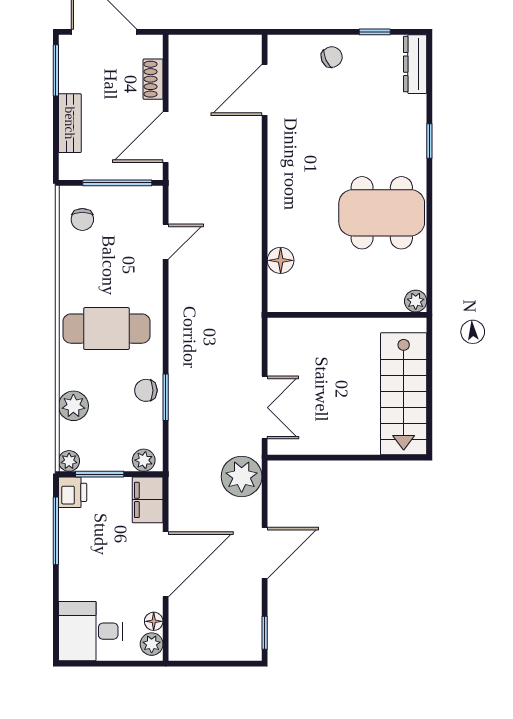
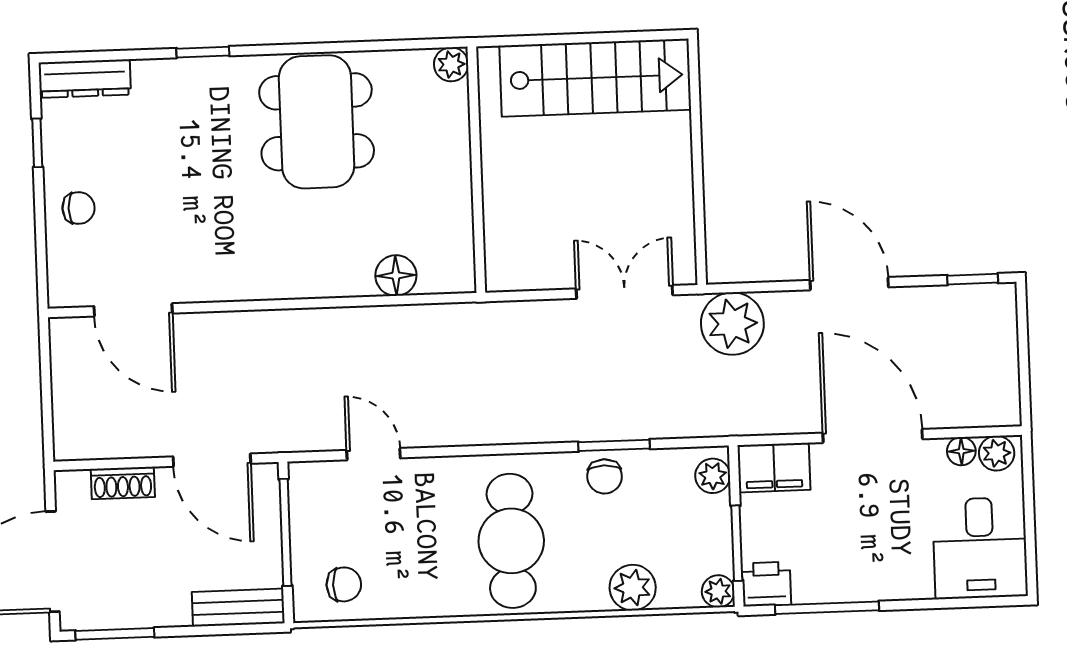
chair: (332, 57) -> (79, 208), turned 114
bench: (70, 123) -> (238, 608), moved

